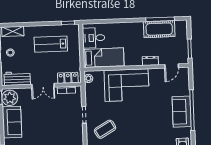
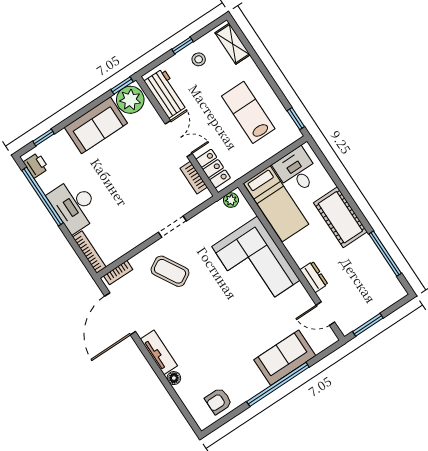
cot: (159, 29) -> (340, 217), moved
double door: (43, 86) -> (179, 139), swing flipped
sofa: (182, 112) -> (285, 358), moved

